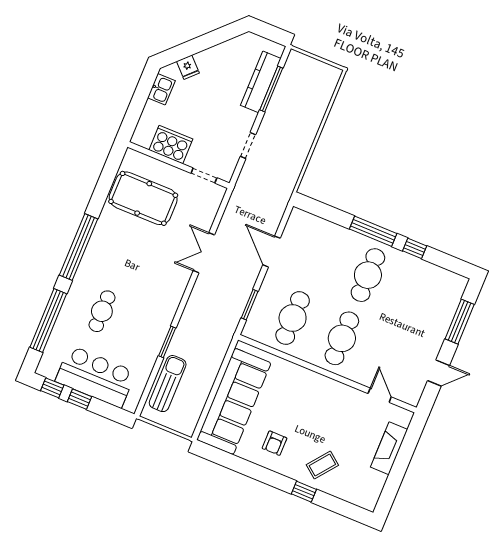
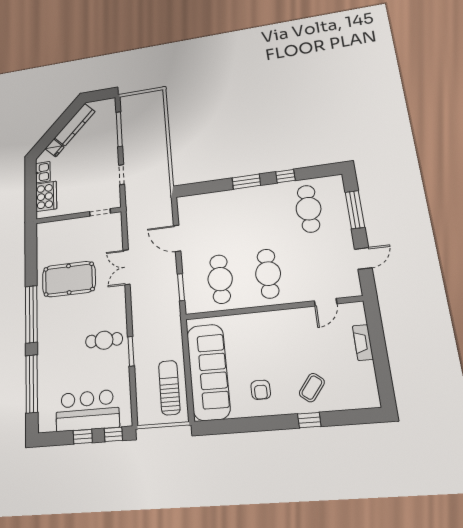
kitchen counter: (261, 82) -> (75, 125), moved, turned -135
cooker: (171, 145) -> (46, 196), moved, turned 90
pool table: (143, 198) -> (69, 279), moved
window: (373, 231) -> (246, 182), width x0.69
cafe table: (368, 275) -> (309, 209), moved
cafe table: (102, 311) -> (104, 340), moved, turned 90
sun lounger: (168, 384) -> (169, 388), moved
window: (52, 388) -> (113, 434), moved
door: (380, 395) -> (326, 302), swing flipped
fireplace: (389, 448) -> (363, 342), width x0.73, depth x0.76

